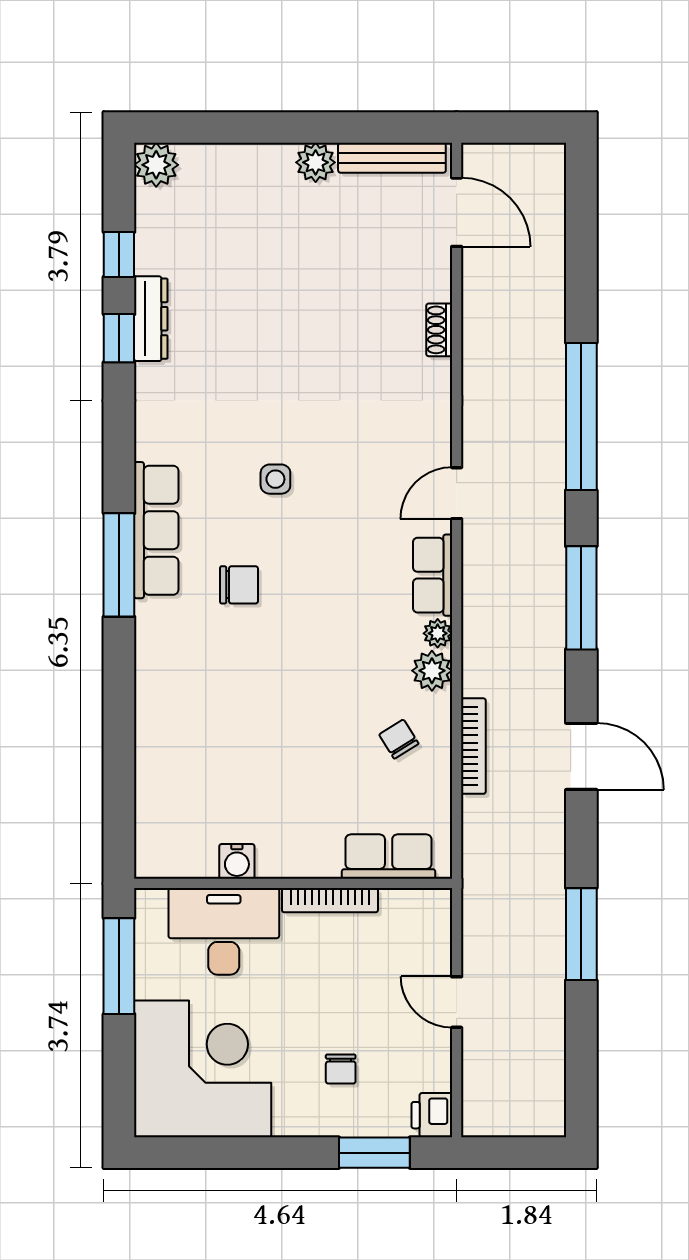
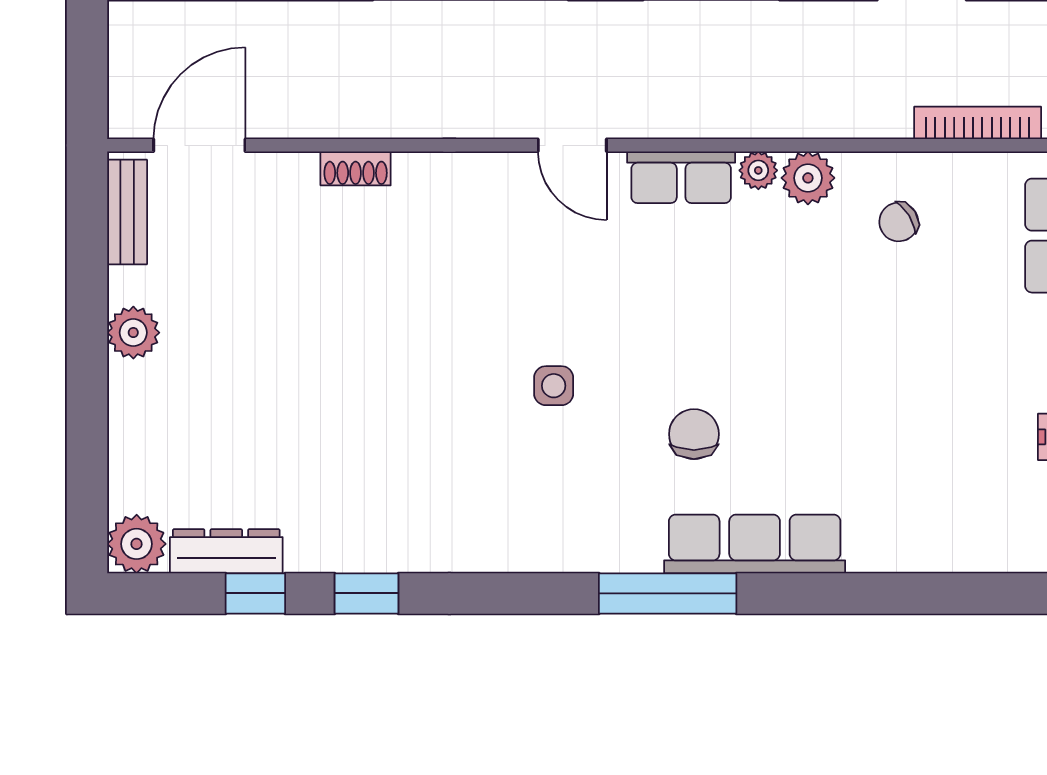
bench: (392, 158) -> (127, 212), width x0.73
dresser: (151, 319) -> (226, 551), moved
row of seats: (156, 530) -> (755, 544), moved
bookcase: (473, 746) -> (978, 123), moved

